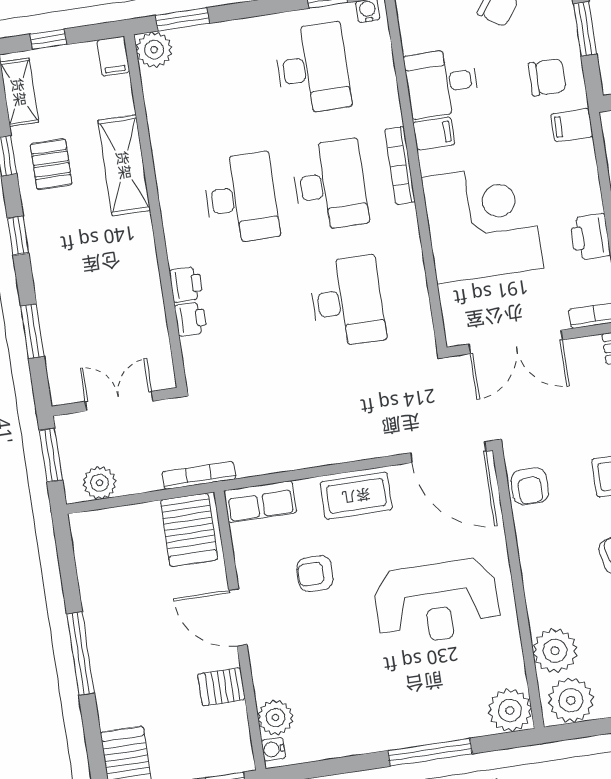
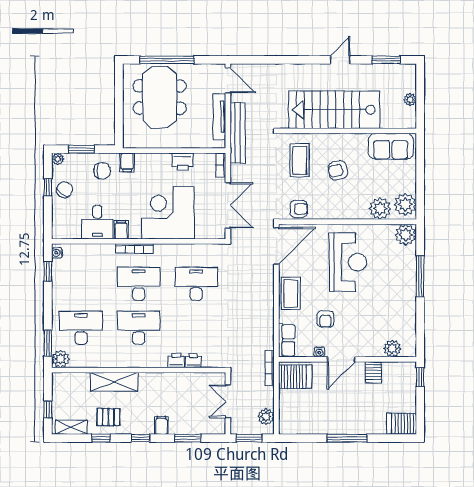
filing cabinet: (113, 56) -> (161, 425), moved, turned -90
desk: (312, 69) -> (81, 328), moved
chair: (547, 77) -> (102, 171), turned 90
water cooler: (273, 749) -> (319, 352), moved

